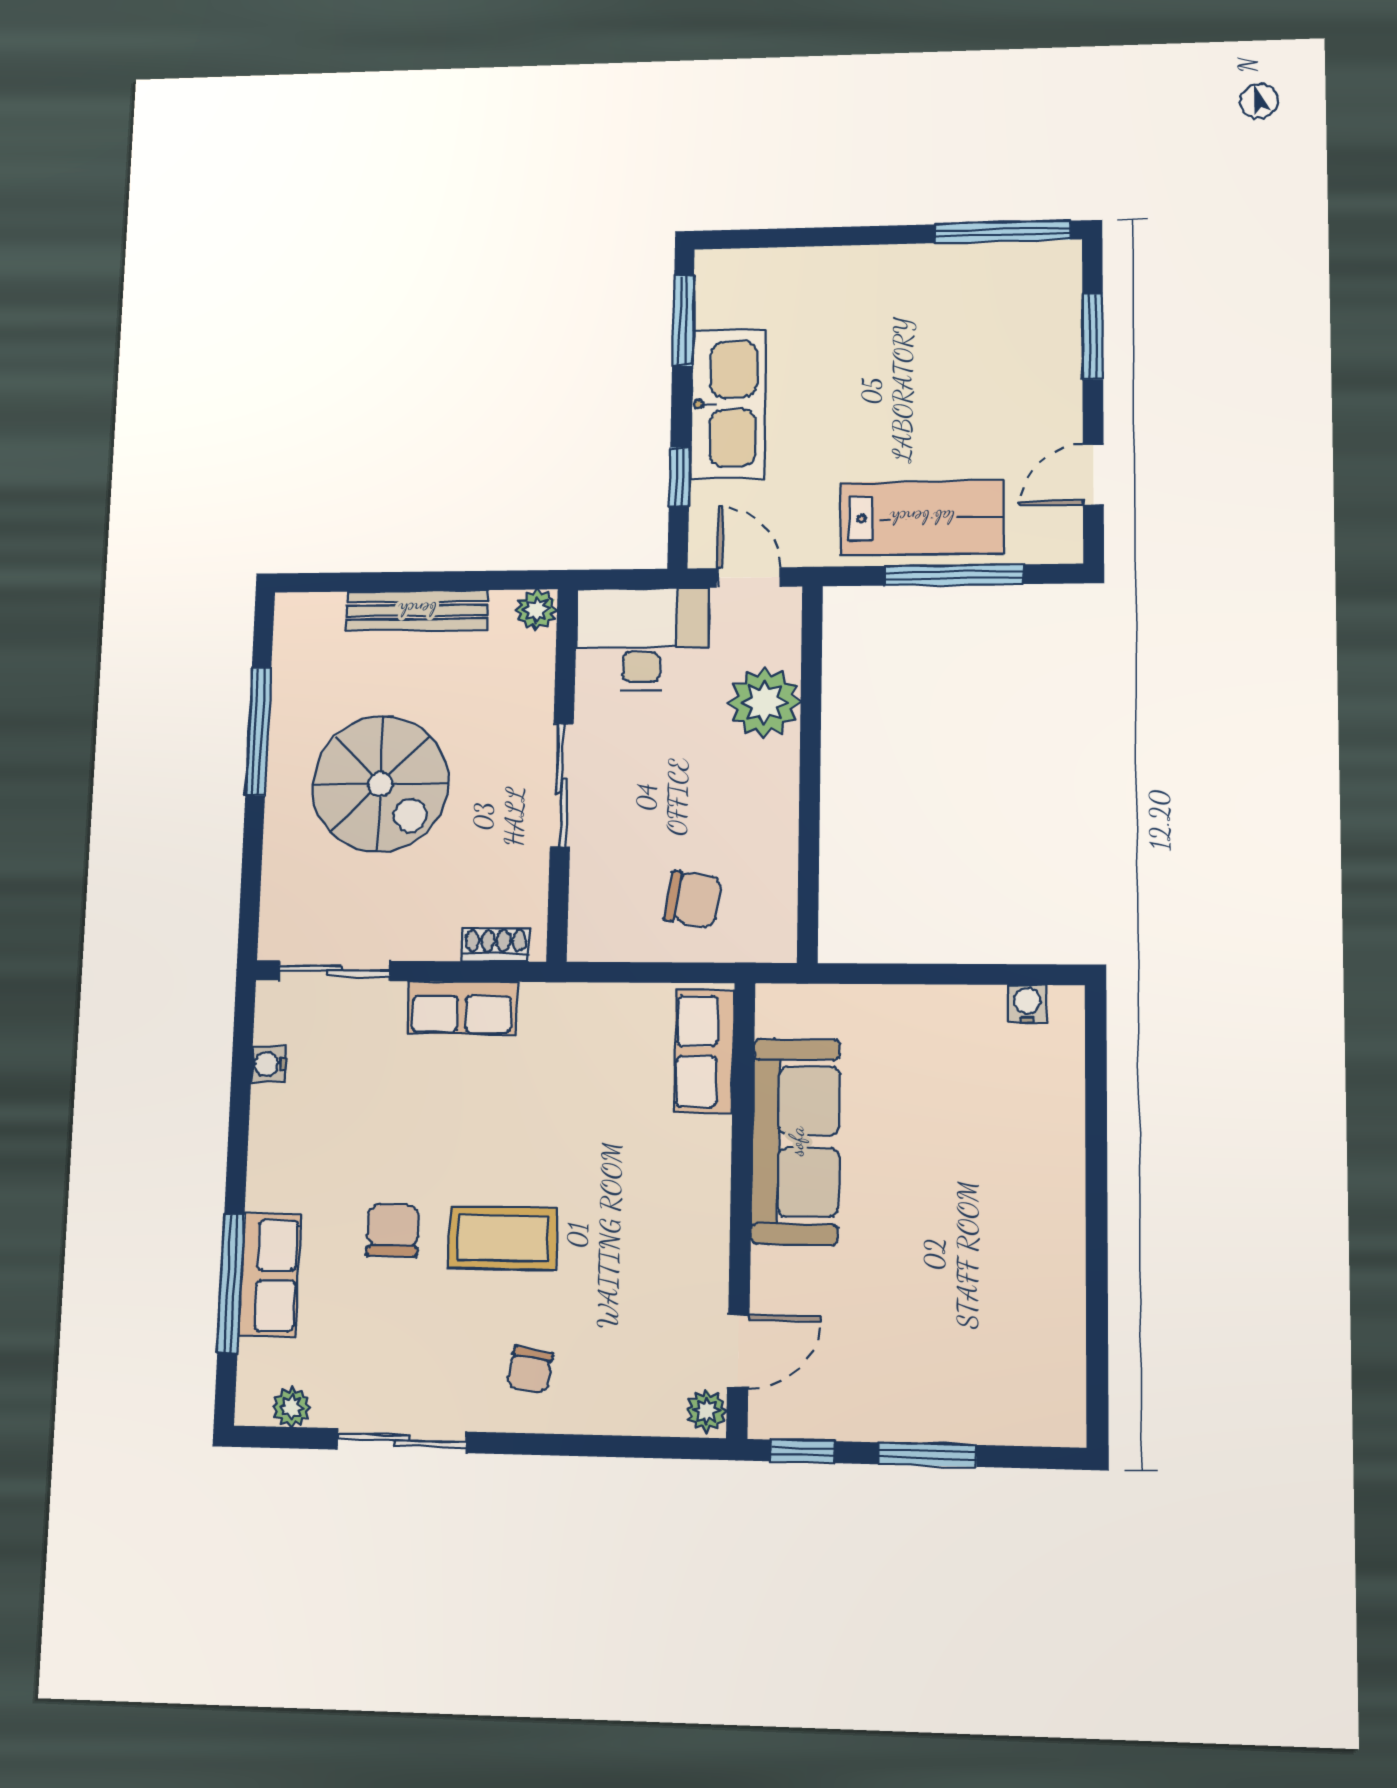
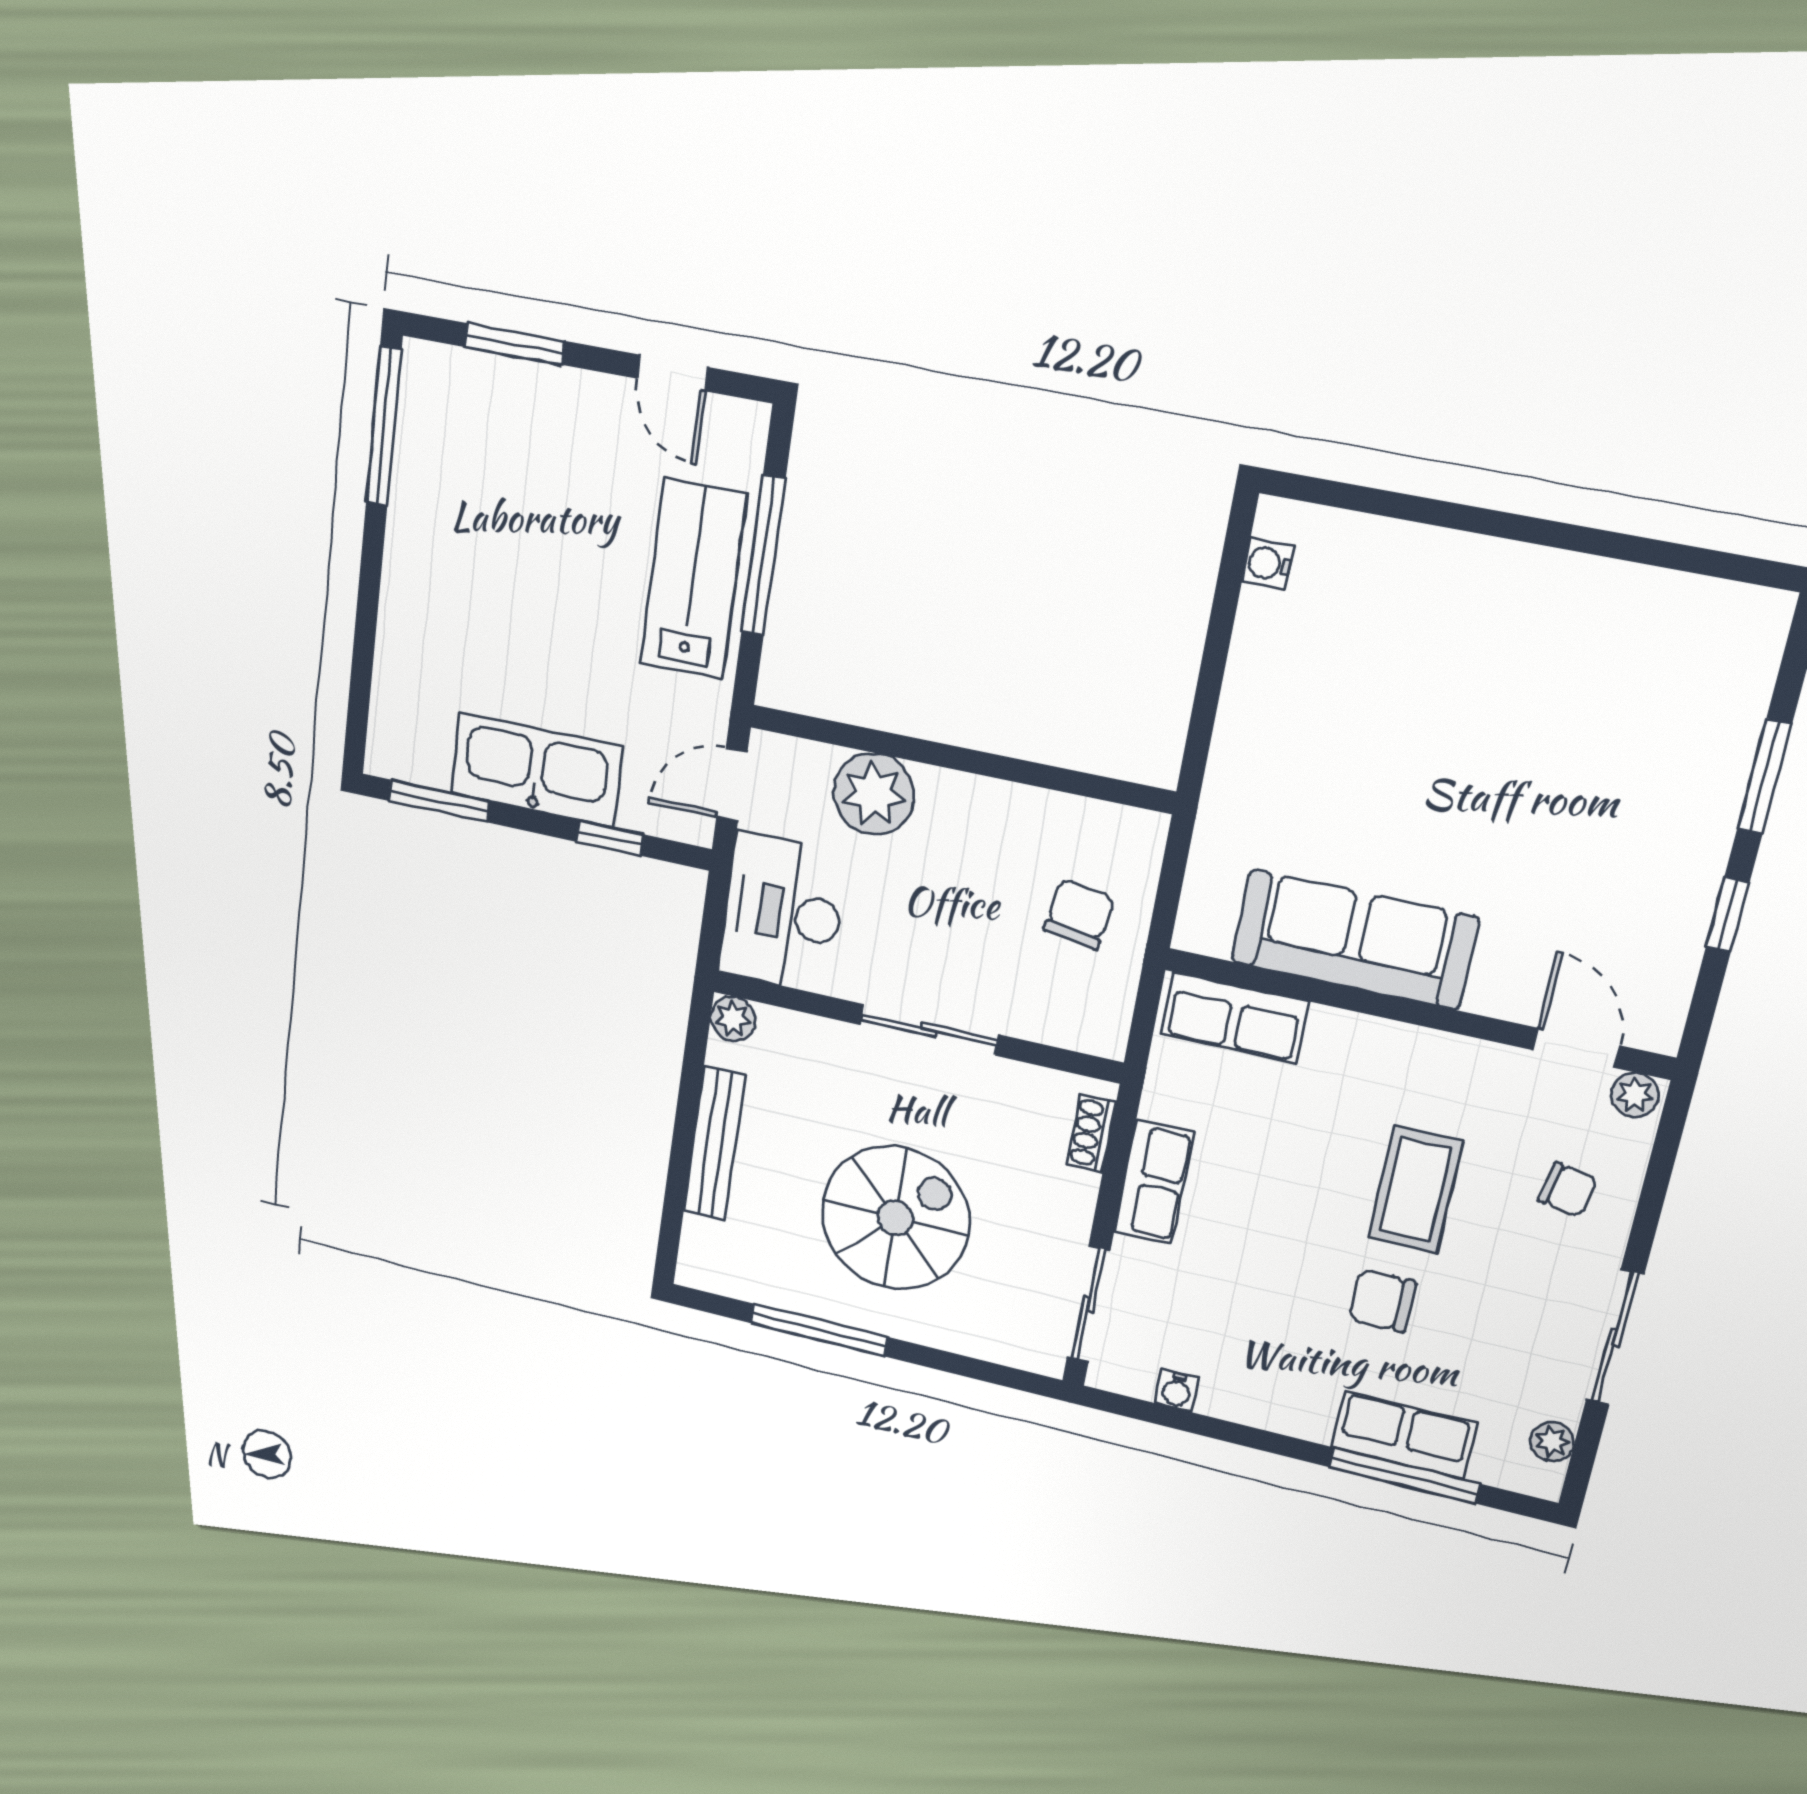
row of seats: (704, 1051) -> (1235, 1018), moved
sofa: (796, 1141) -> (1354, 940), moved
wall: (741, 1208) -> (1416, 1013), moved
door: (738, 1351) -> (1576, 1048), moved
plant: (706, 1411) -> (1635, 1095), moved

